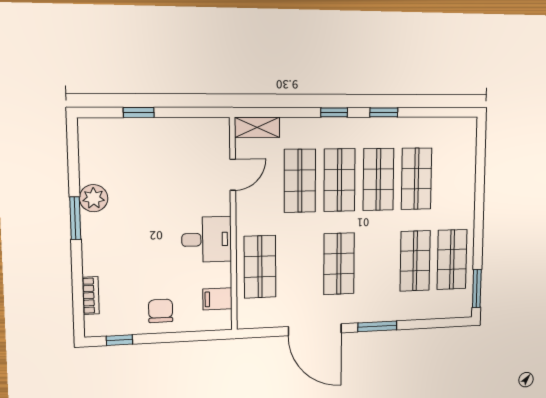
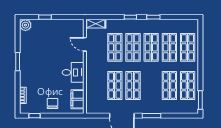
door: (233, 175) -> (85, 44), swing flipped
shop shelf: (454, 178) -> (188, 47), added
plant: (94, 198) -> (25, 25), moved
shop shelf: (260, 267) -> (115, 86), moved
filing cabinet: (217, 299) -> (77, 99), width x2.00

